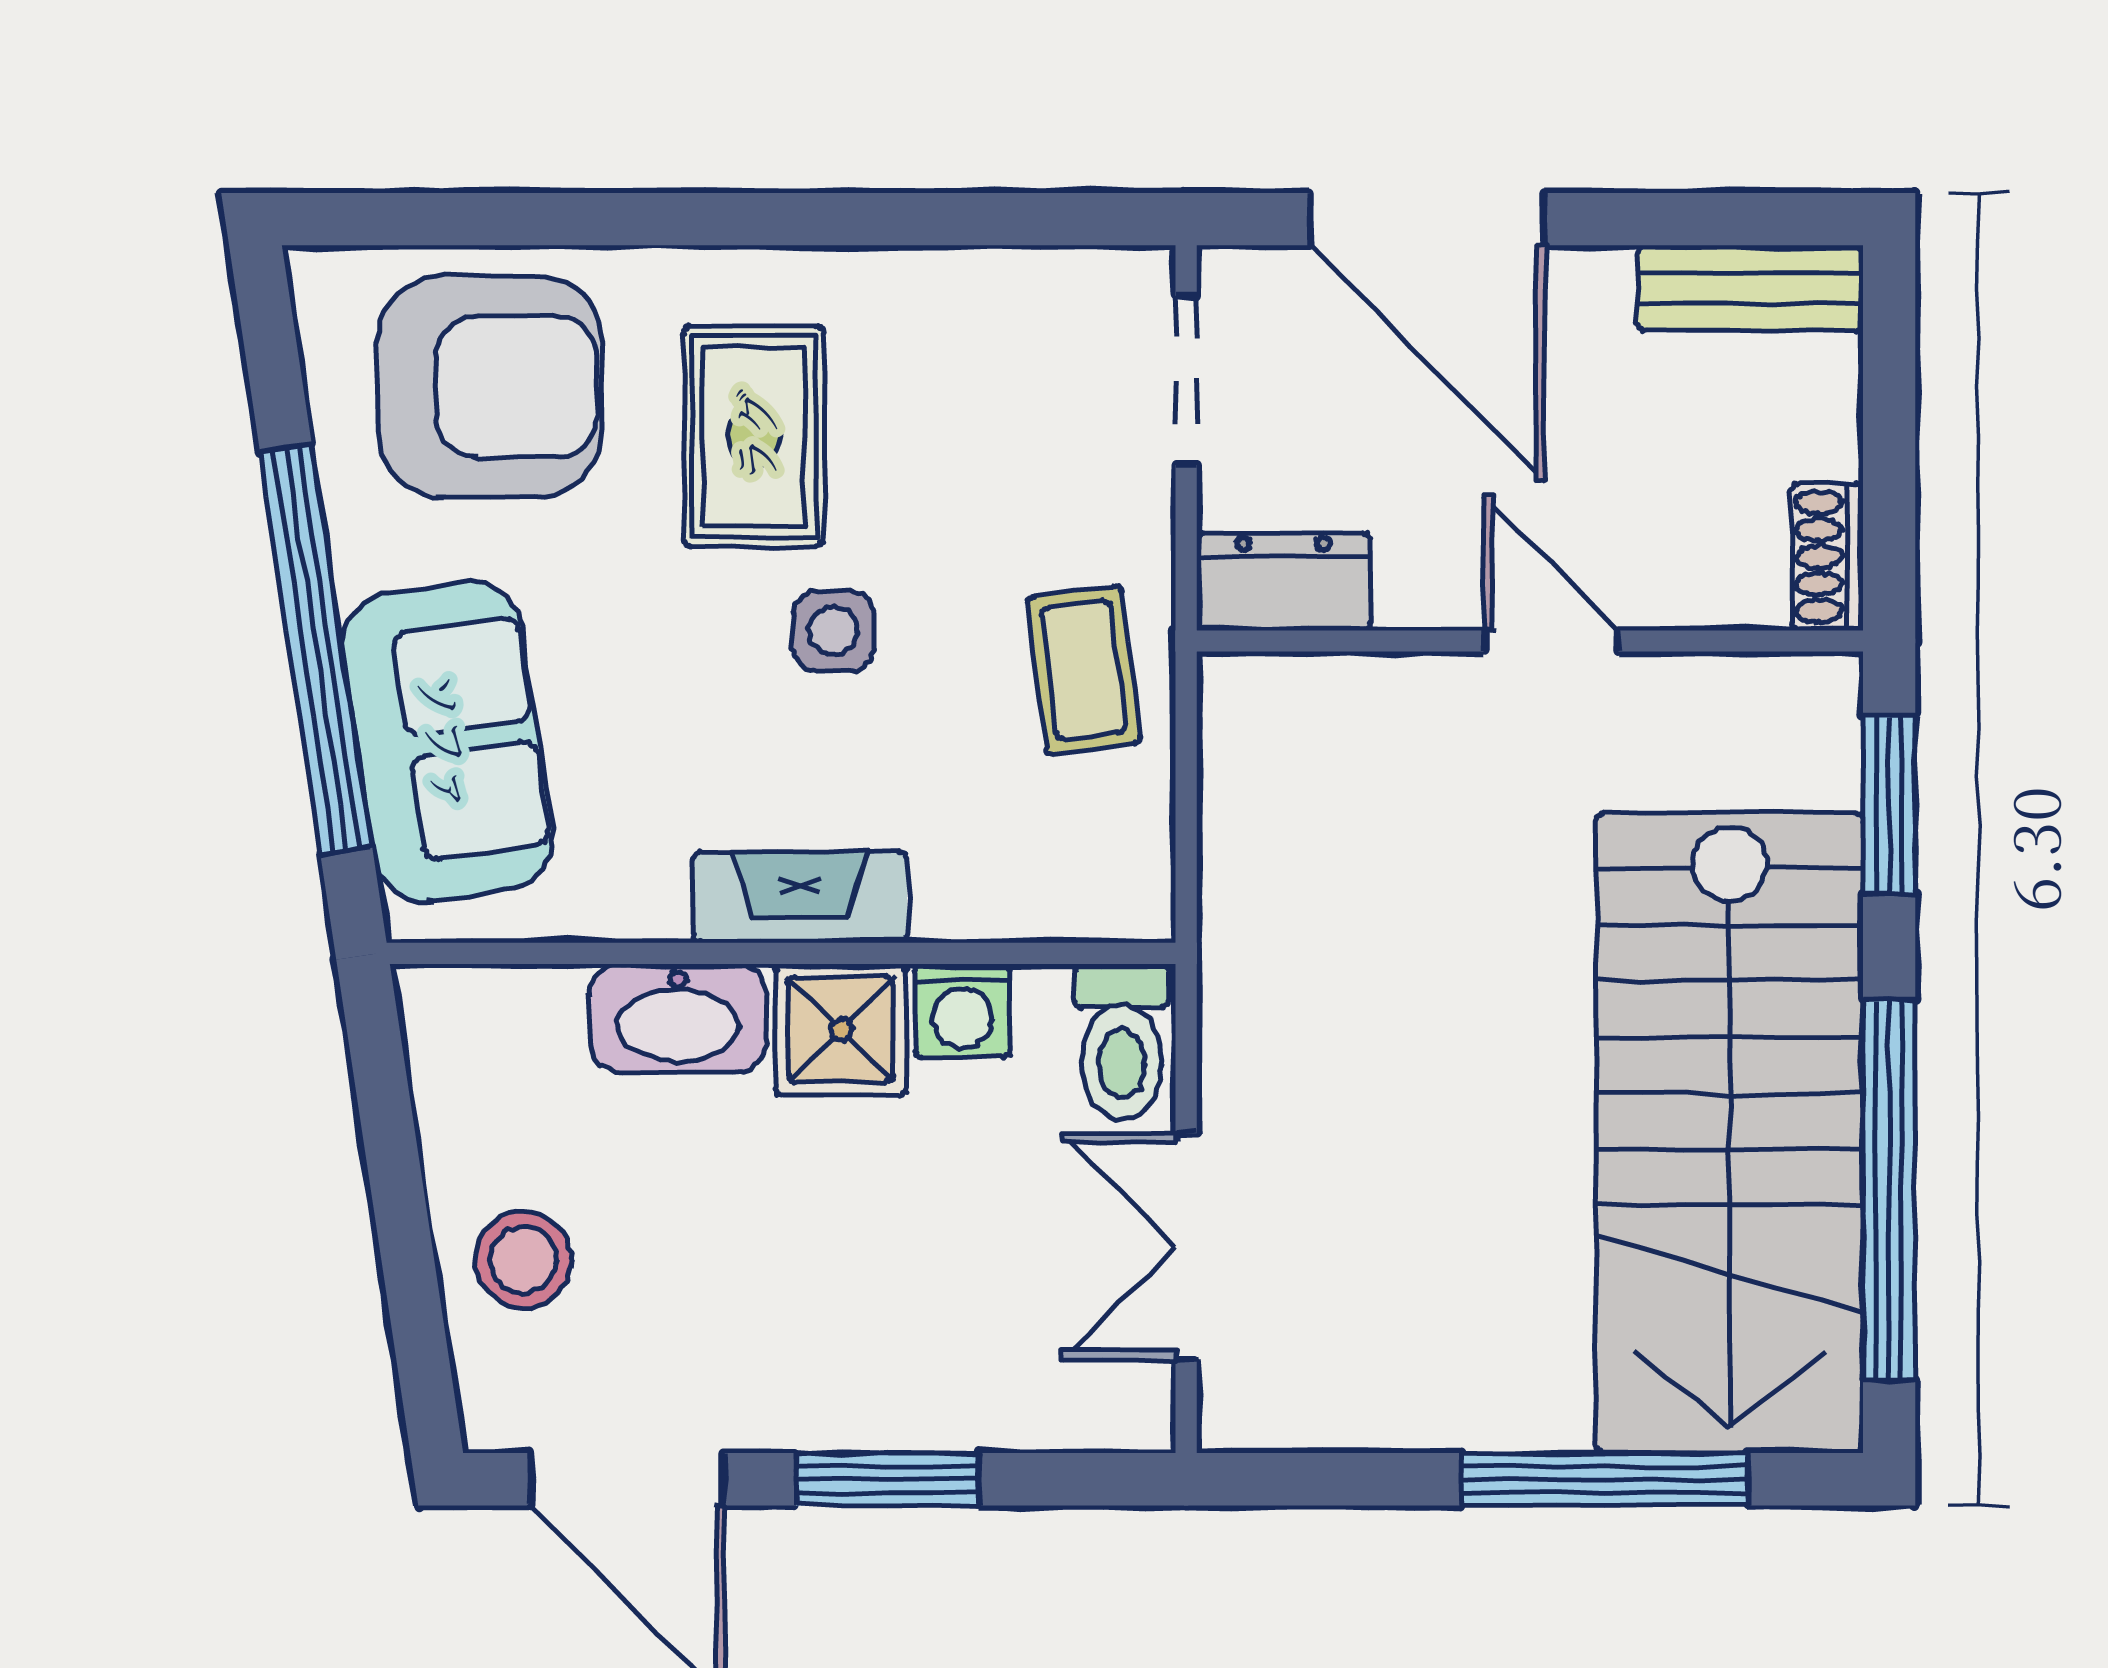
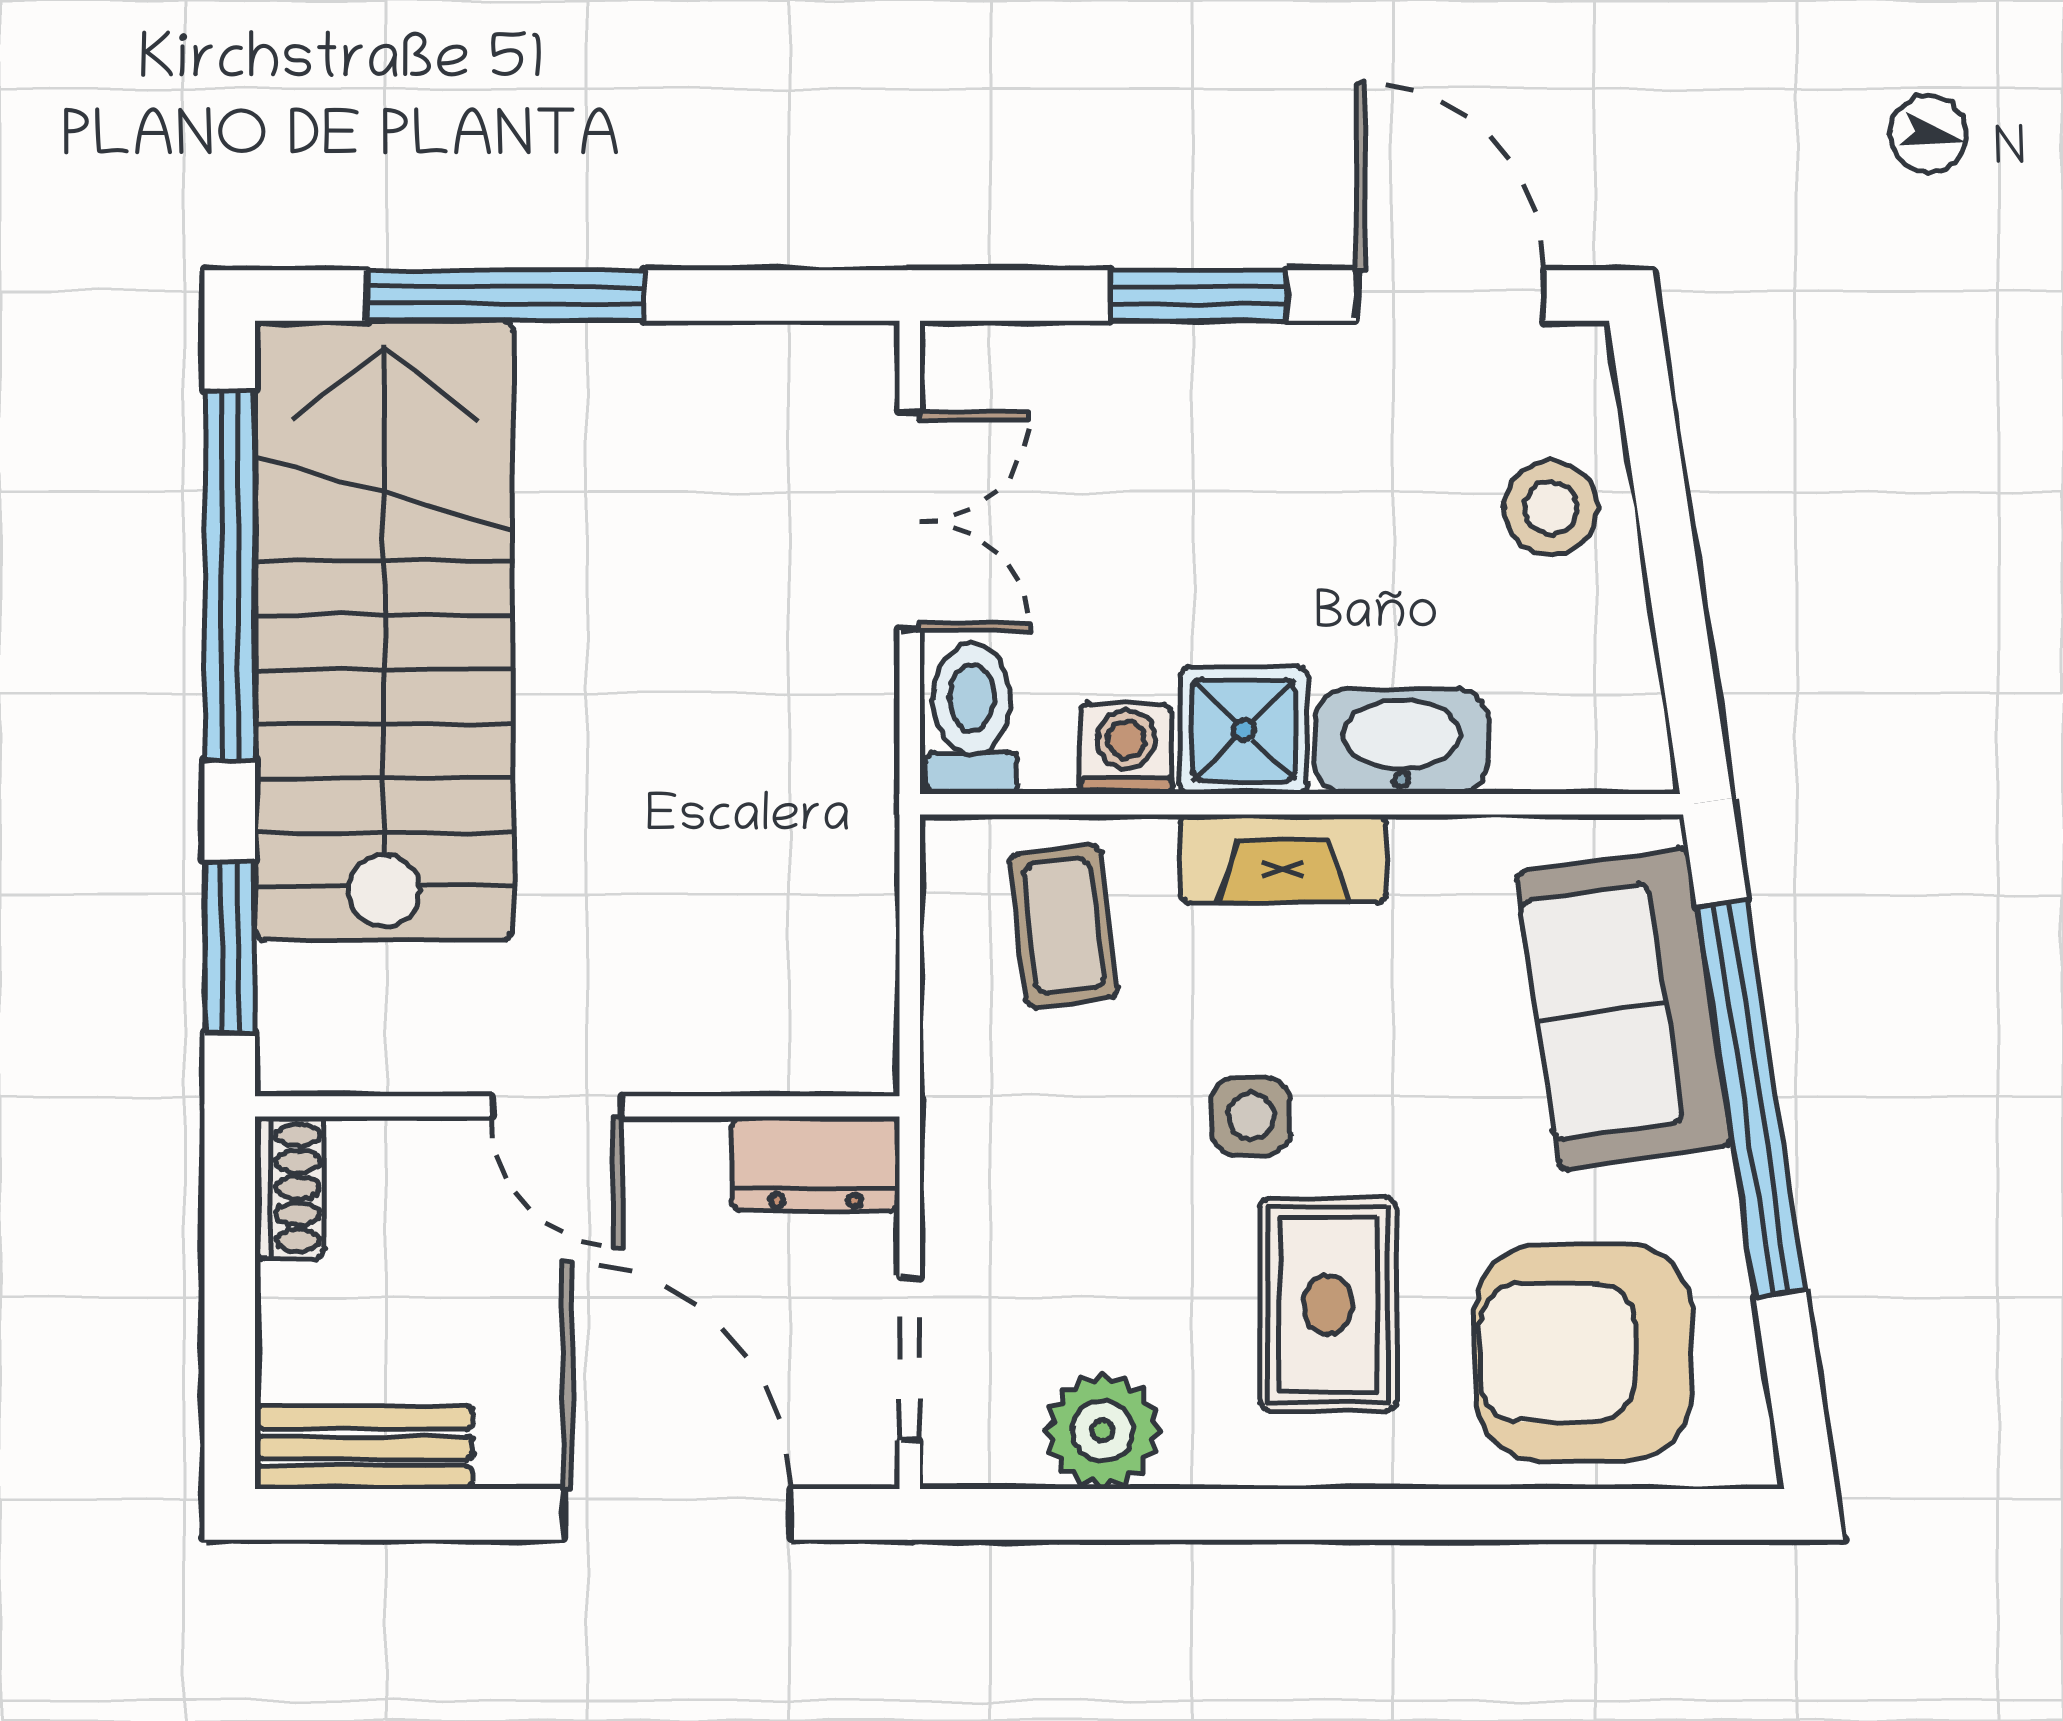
plant: (987, 306) -> (1103, 1431), added
coffee table: (1083, 670) -> (1063, 926), moved

